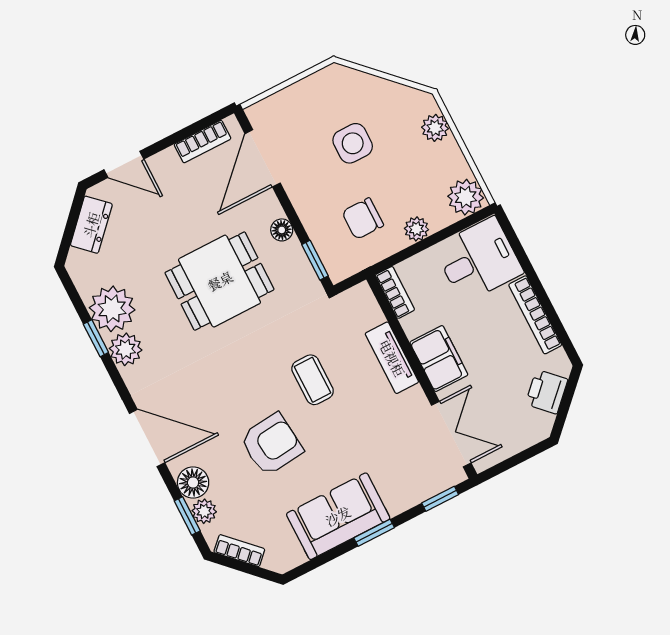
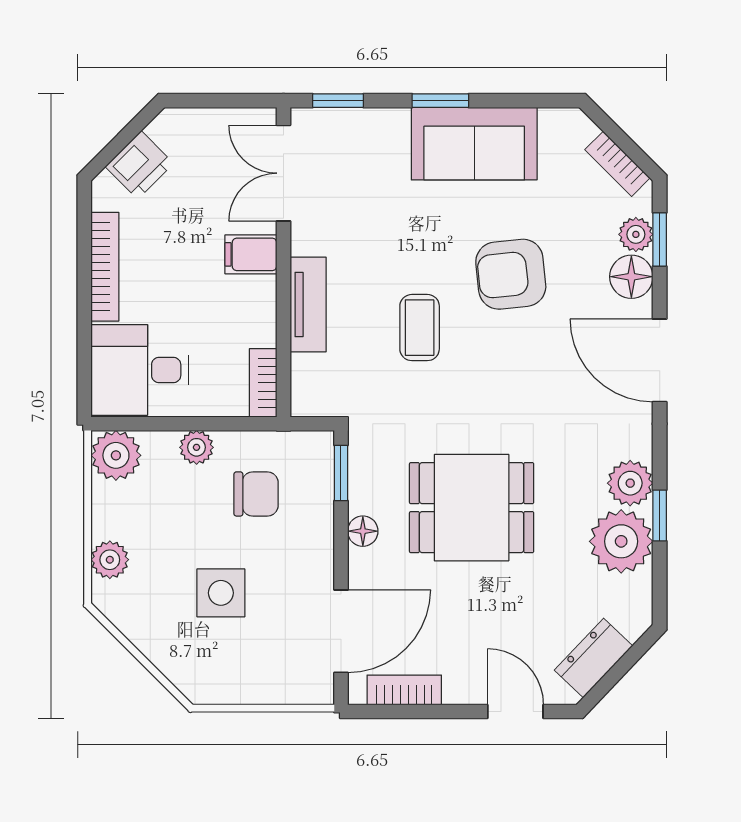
filing cabinet: (439, 359) -> (251, 254), width x0.50

